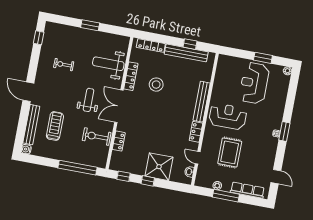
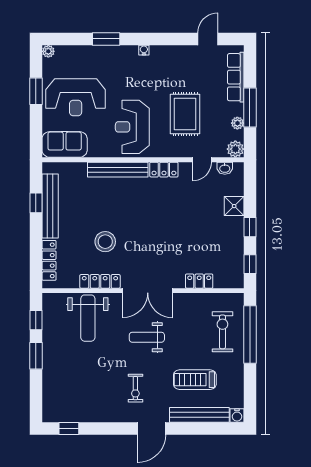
window: (113, 30) -> (36, 320), added
exercise bike: (64, 65) -> (135, 388), moved
sofa: (225, 70) -> (65, 144), added
window: (284, 132) -> (106, 39), moved
exercise bike: (97, 136) -> (222, 332), moved, turned 180
rug: (230, 152) -> (185, 114), turned 90
shower: (159, 167) -> (234, 206), width x0.54, depth x0.54
plant: (201, 181) -> (235, 149), added

